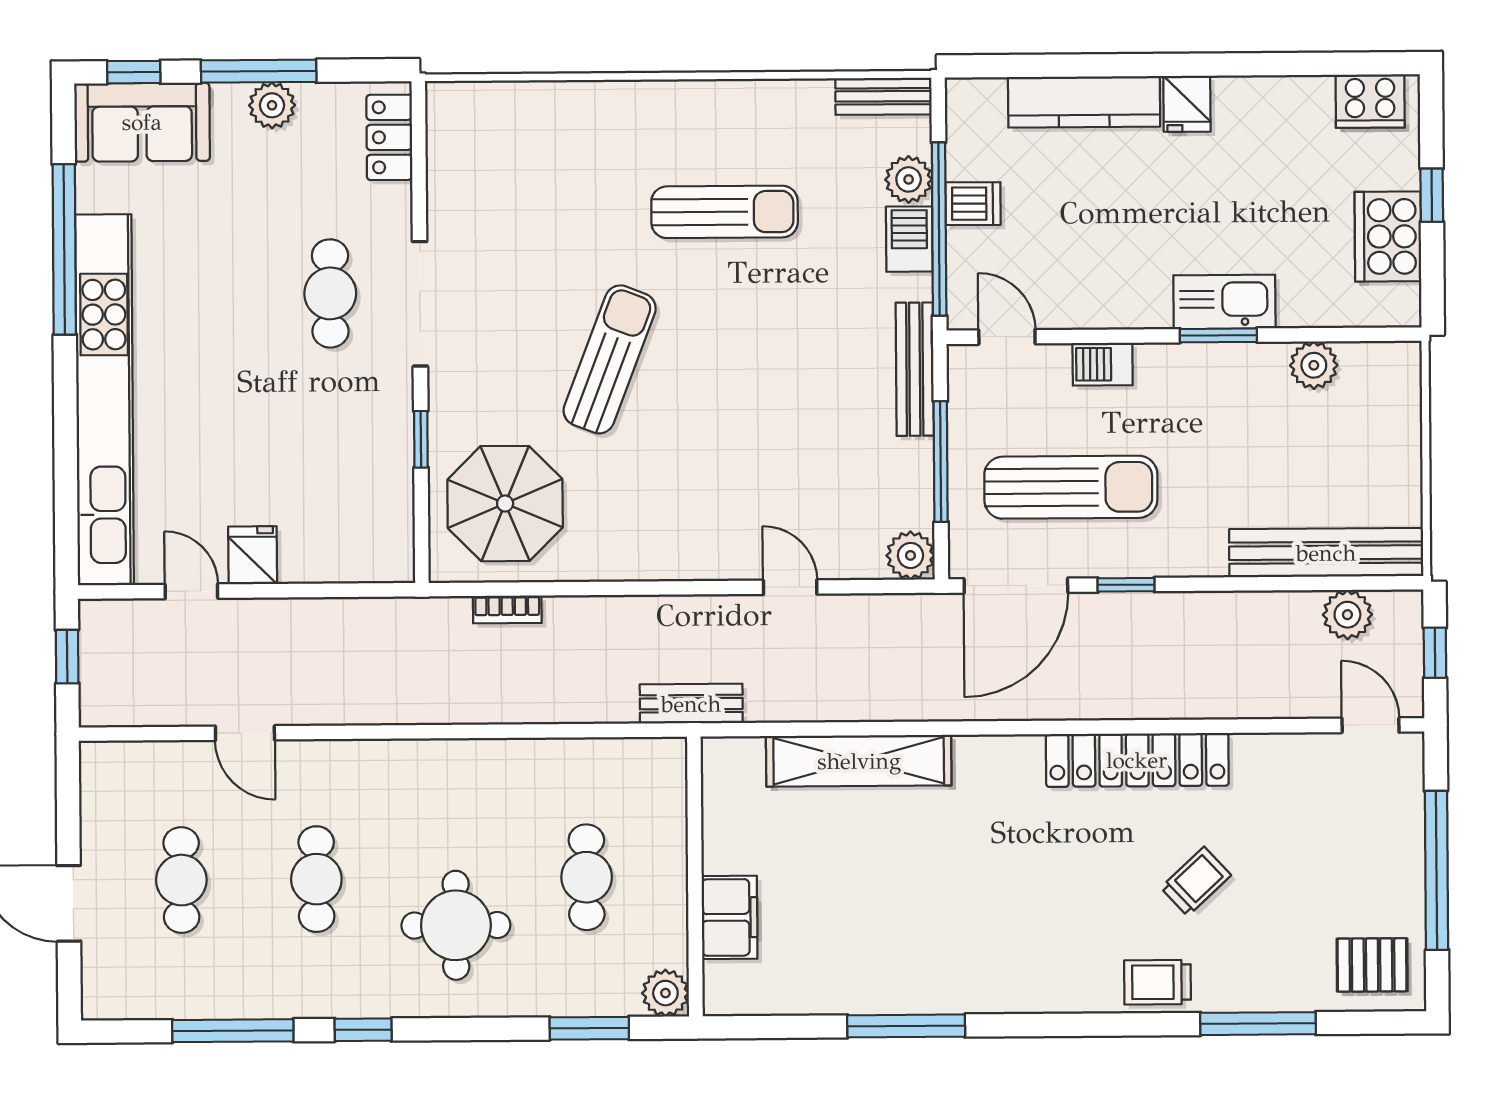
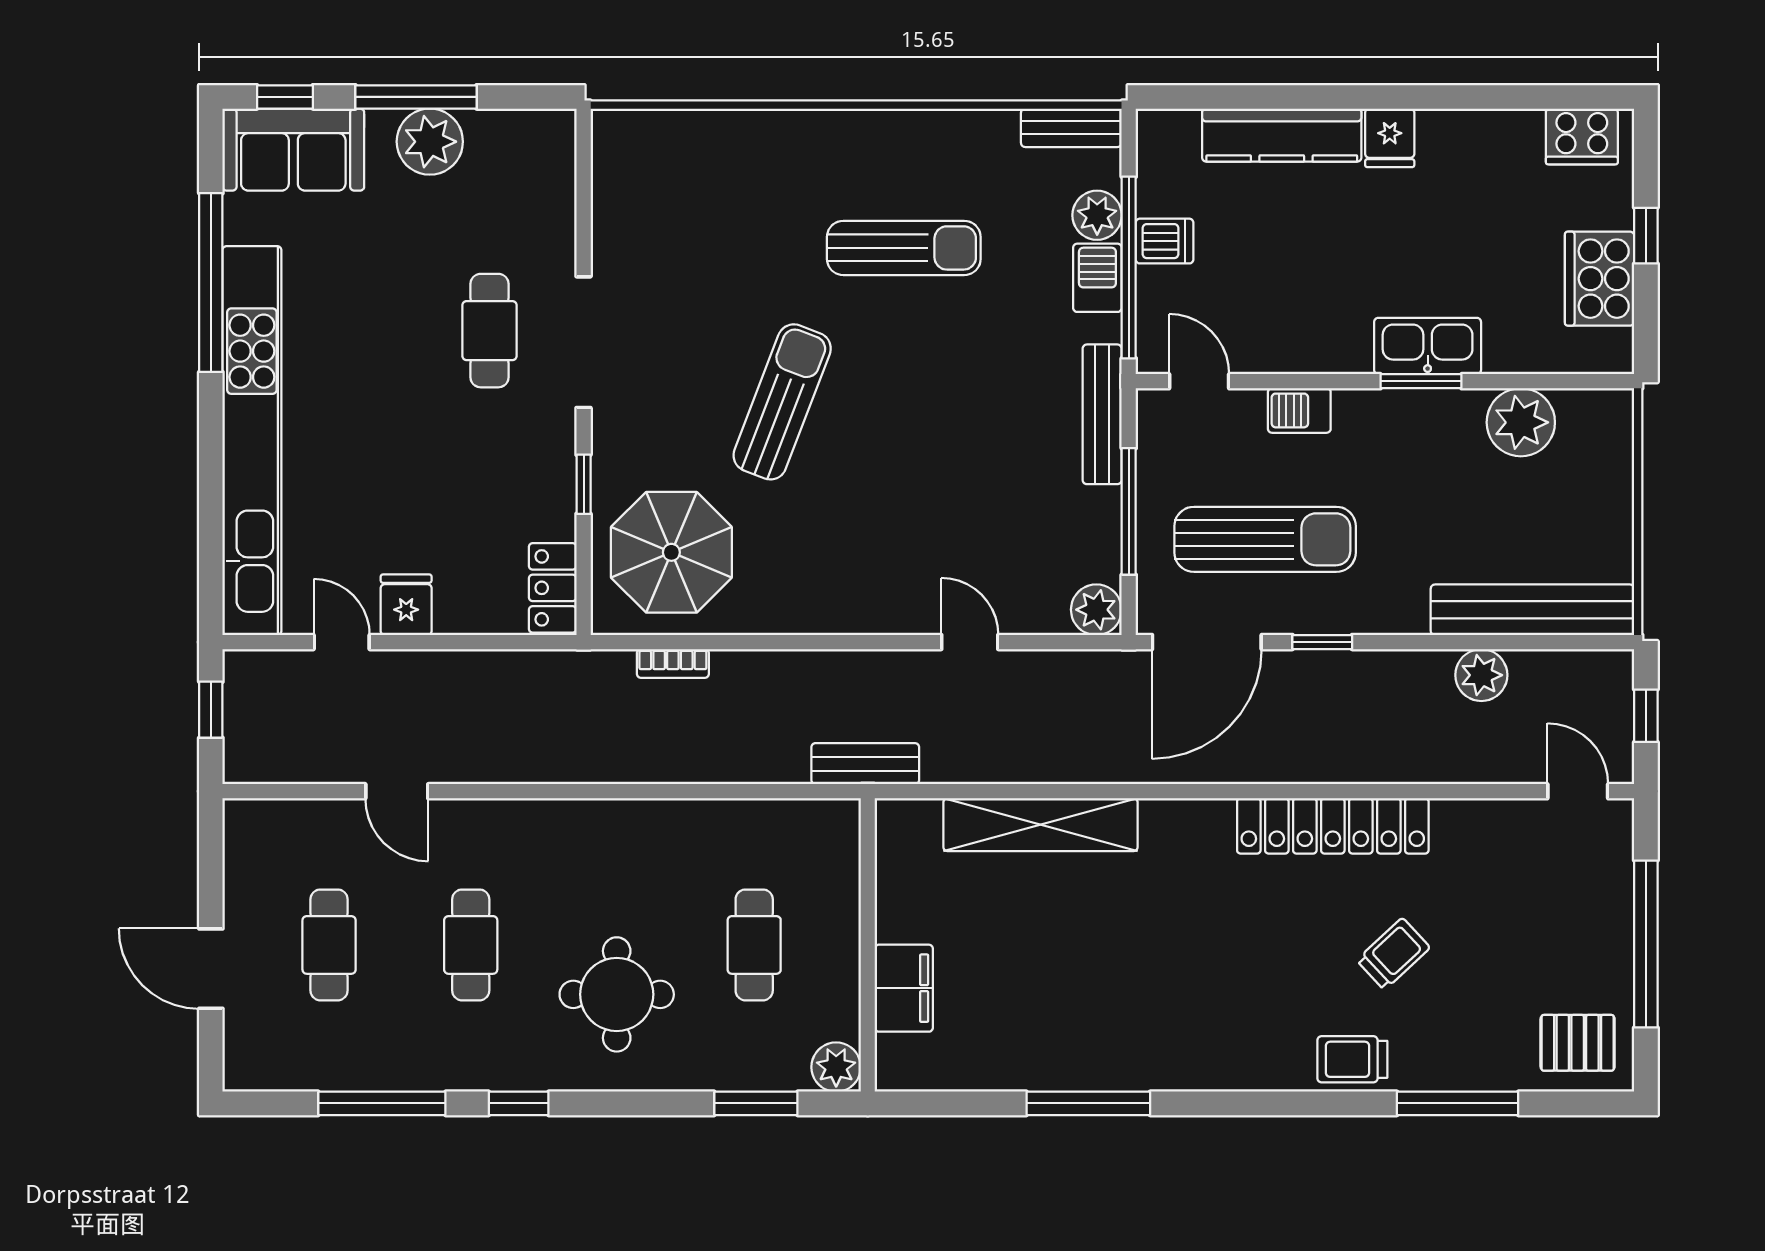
plant: (272, 105) -> (430, 142), width x1.36, depth x1.36
locker: (389, 137) -> (553, 588), moved
plant: (1314, 365) -> (1521, 422), width x1.36, depth x1.36
plant: (1347, 615) -> (1481, 675), moved

